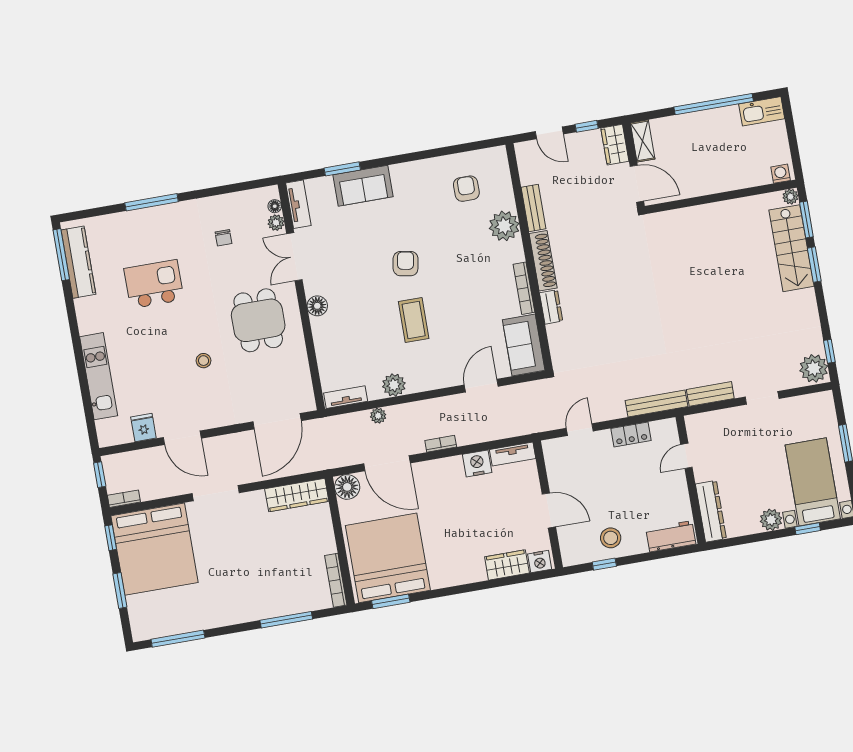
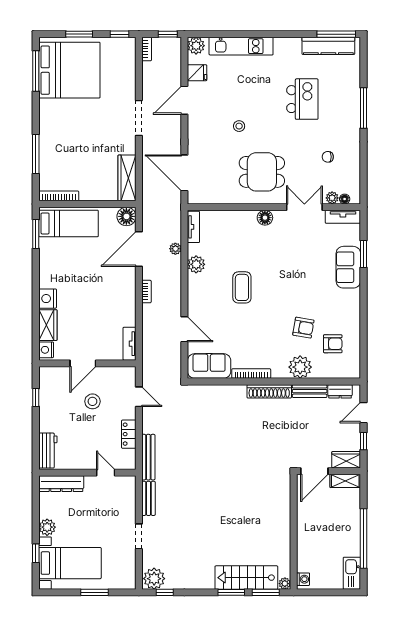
armchair: (406, 264) -> (303, 328), moved
dresser: (551, 307) -> (340, 391), moved
coffee table: (414, 320) -> (242, 287), turned 90
plant: (108, 435) -> (196, 46), added
nightstand: (477, 463) -> (48, 299), moved, turned 180
stool: (611, 538) -> (92, 401), moved
bed: (155, 549) -> (69, 70), moved, turned 180
bed: (388, 558) -> (69, 223), width x0.49

